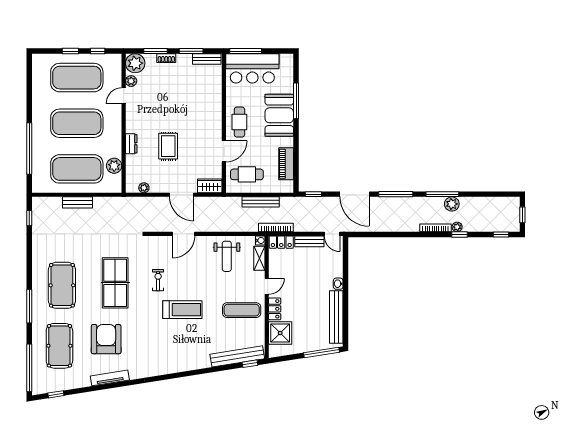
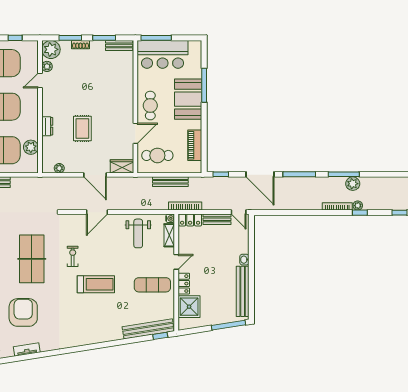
tv unit: (110, 378) -> (27, 349), width x0.71

